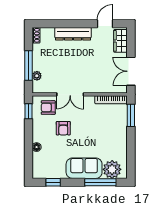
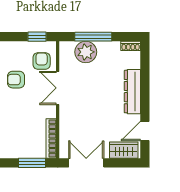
door: (105, 24) -> (145, 131), swing flipped
plant: (37, 76) -> (86, 52), width x1.88, depth x1.88

